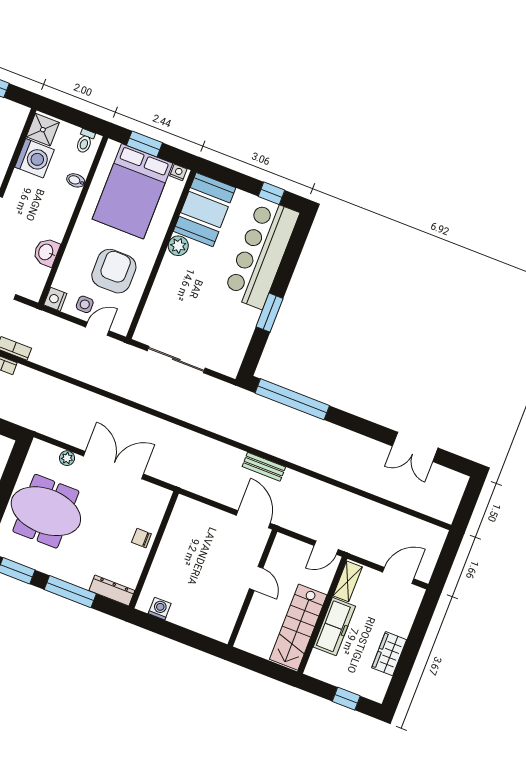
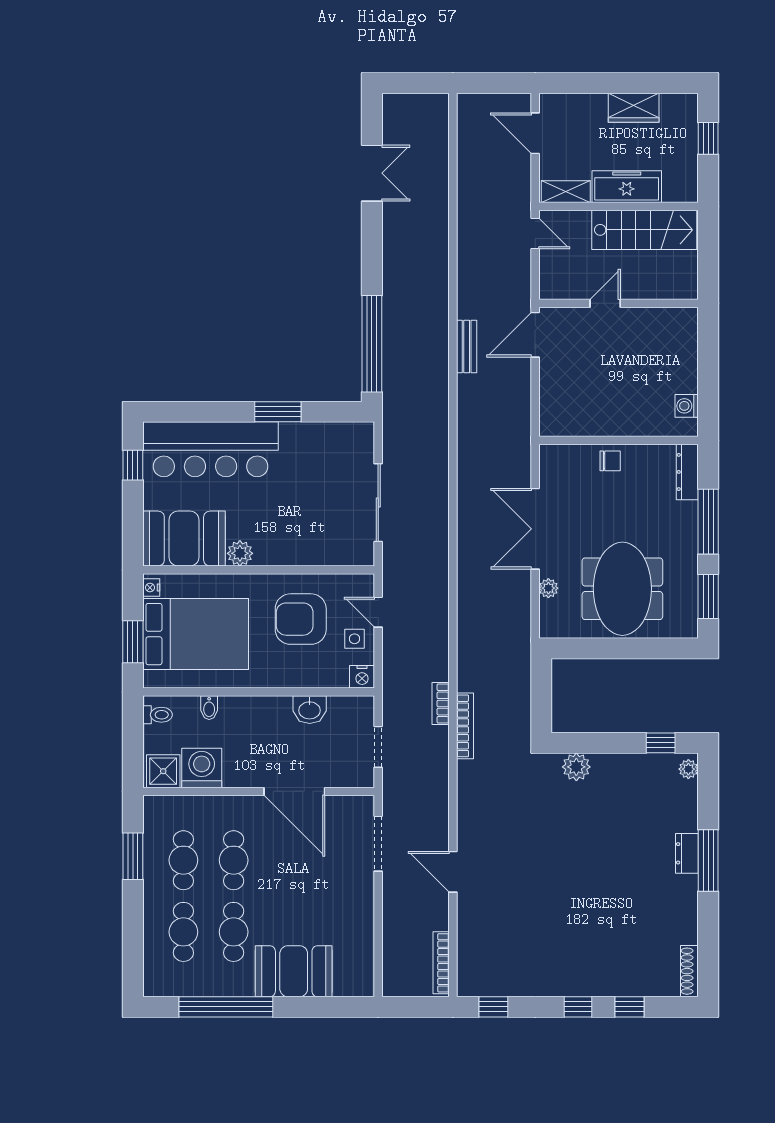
chair: (141, 538) -> (610, 461), turned -90

